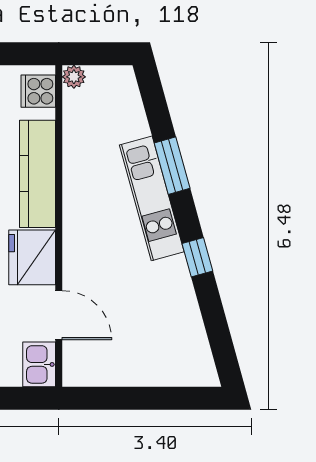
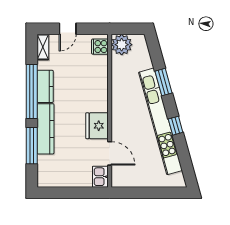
plant: (74, 77) -> (122, 45), width x1.88, depth x1.88
kitchen counter: (37, 174) -> (99, 86), removed
kitchen unit: (152, 198) -> (160, 121), width x1.86

